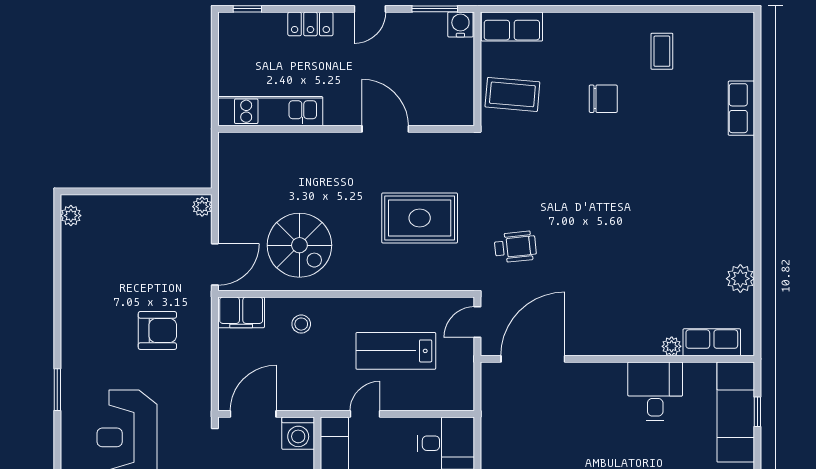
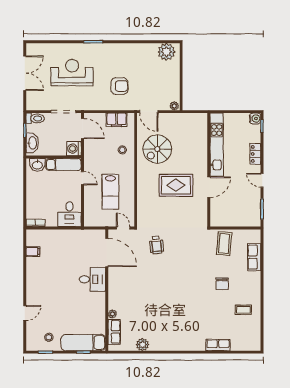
water cooler: (460, 25) -> (255, 118), moved
row of seats: (512, 27) -> (254, 257), moved
kitchen unit: (270, 111) -> (217, 145), width x1.36
plant: (71, 216) -> (166, 52), width x1.88, depth x1.88
rug: (420, 218) -> (176, 185), moved, turned 90
filing cabinet: (241, 312) -> (116, 120), moved, turned -90
armchair: (157, 330) -> (119, 86), turned -90
lab bench: (396, 351) -> (110, 192), turned 180
desk: (655, 391) -> (92, 279), moved

